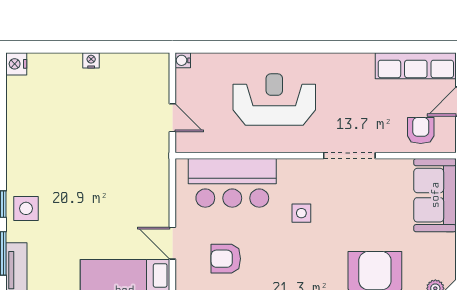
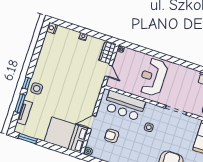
wardrobe: (156, 79) -> (107, 53), added
reception desk: (274, 100) -> (153, 77), turned -90
door: (172, 243) -> (92, 122), hinge flipped

